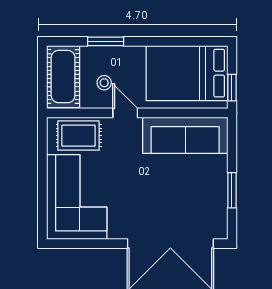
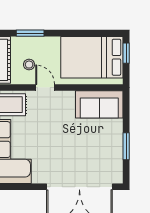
window: (232, 88) -> (126, 53), moved
sofa: (185, 135) -> (99, 104), width x0.73

